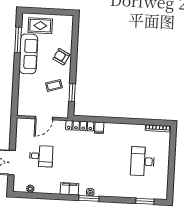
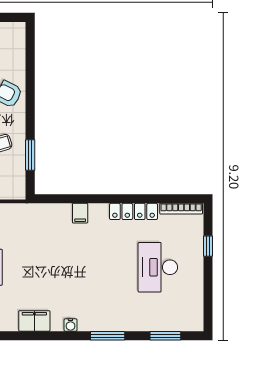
locker: (80, 126) -> (134, 211), moved
window: (172, 151) -> (208, 246), added
window: (89, 198) -> (108, 336), moved

